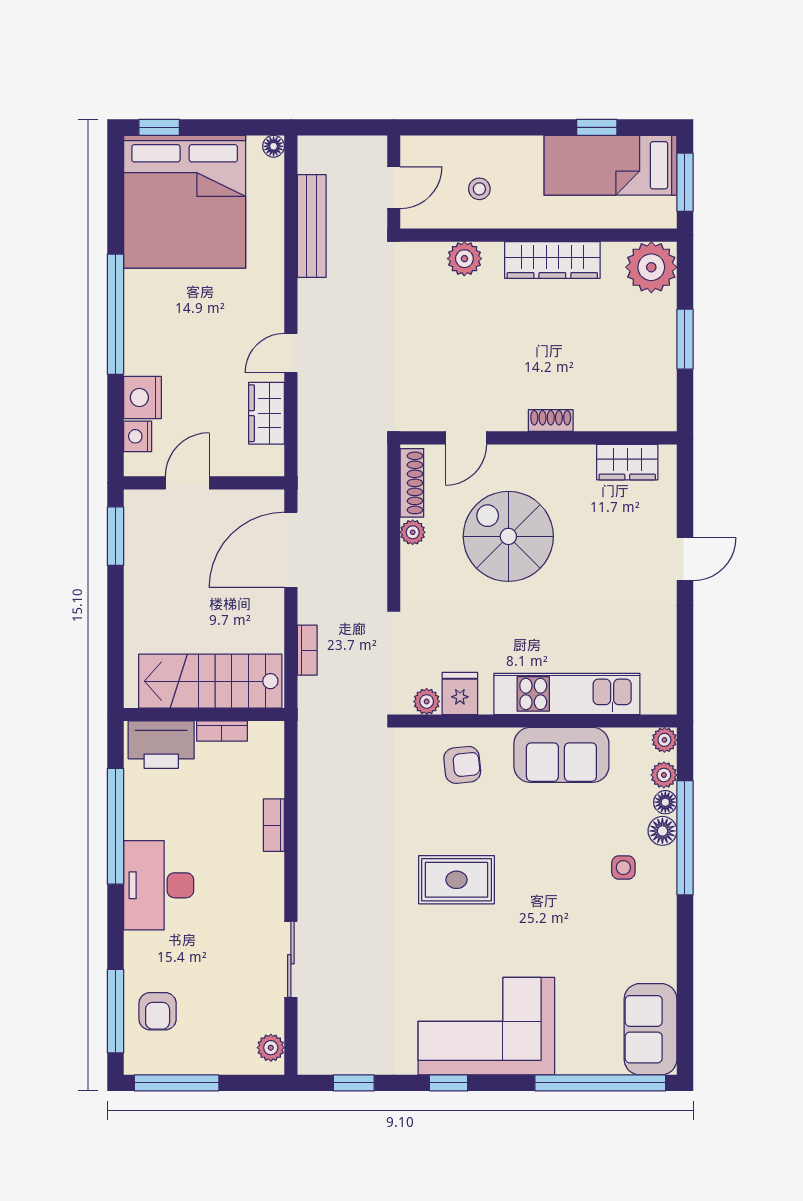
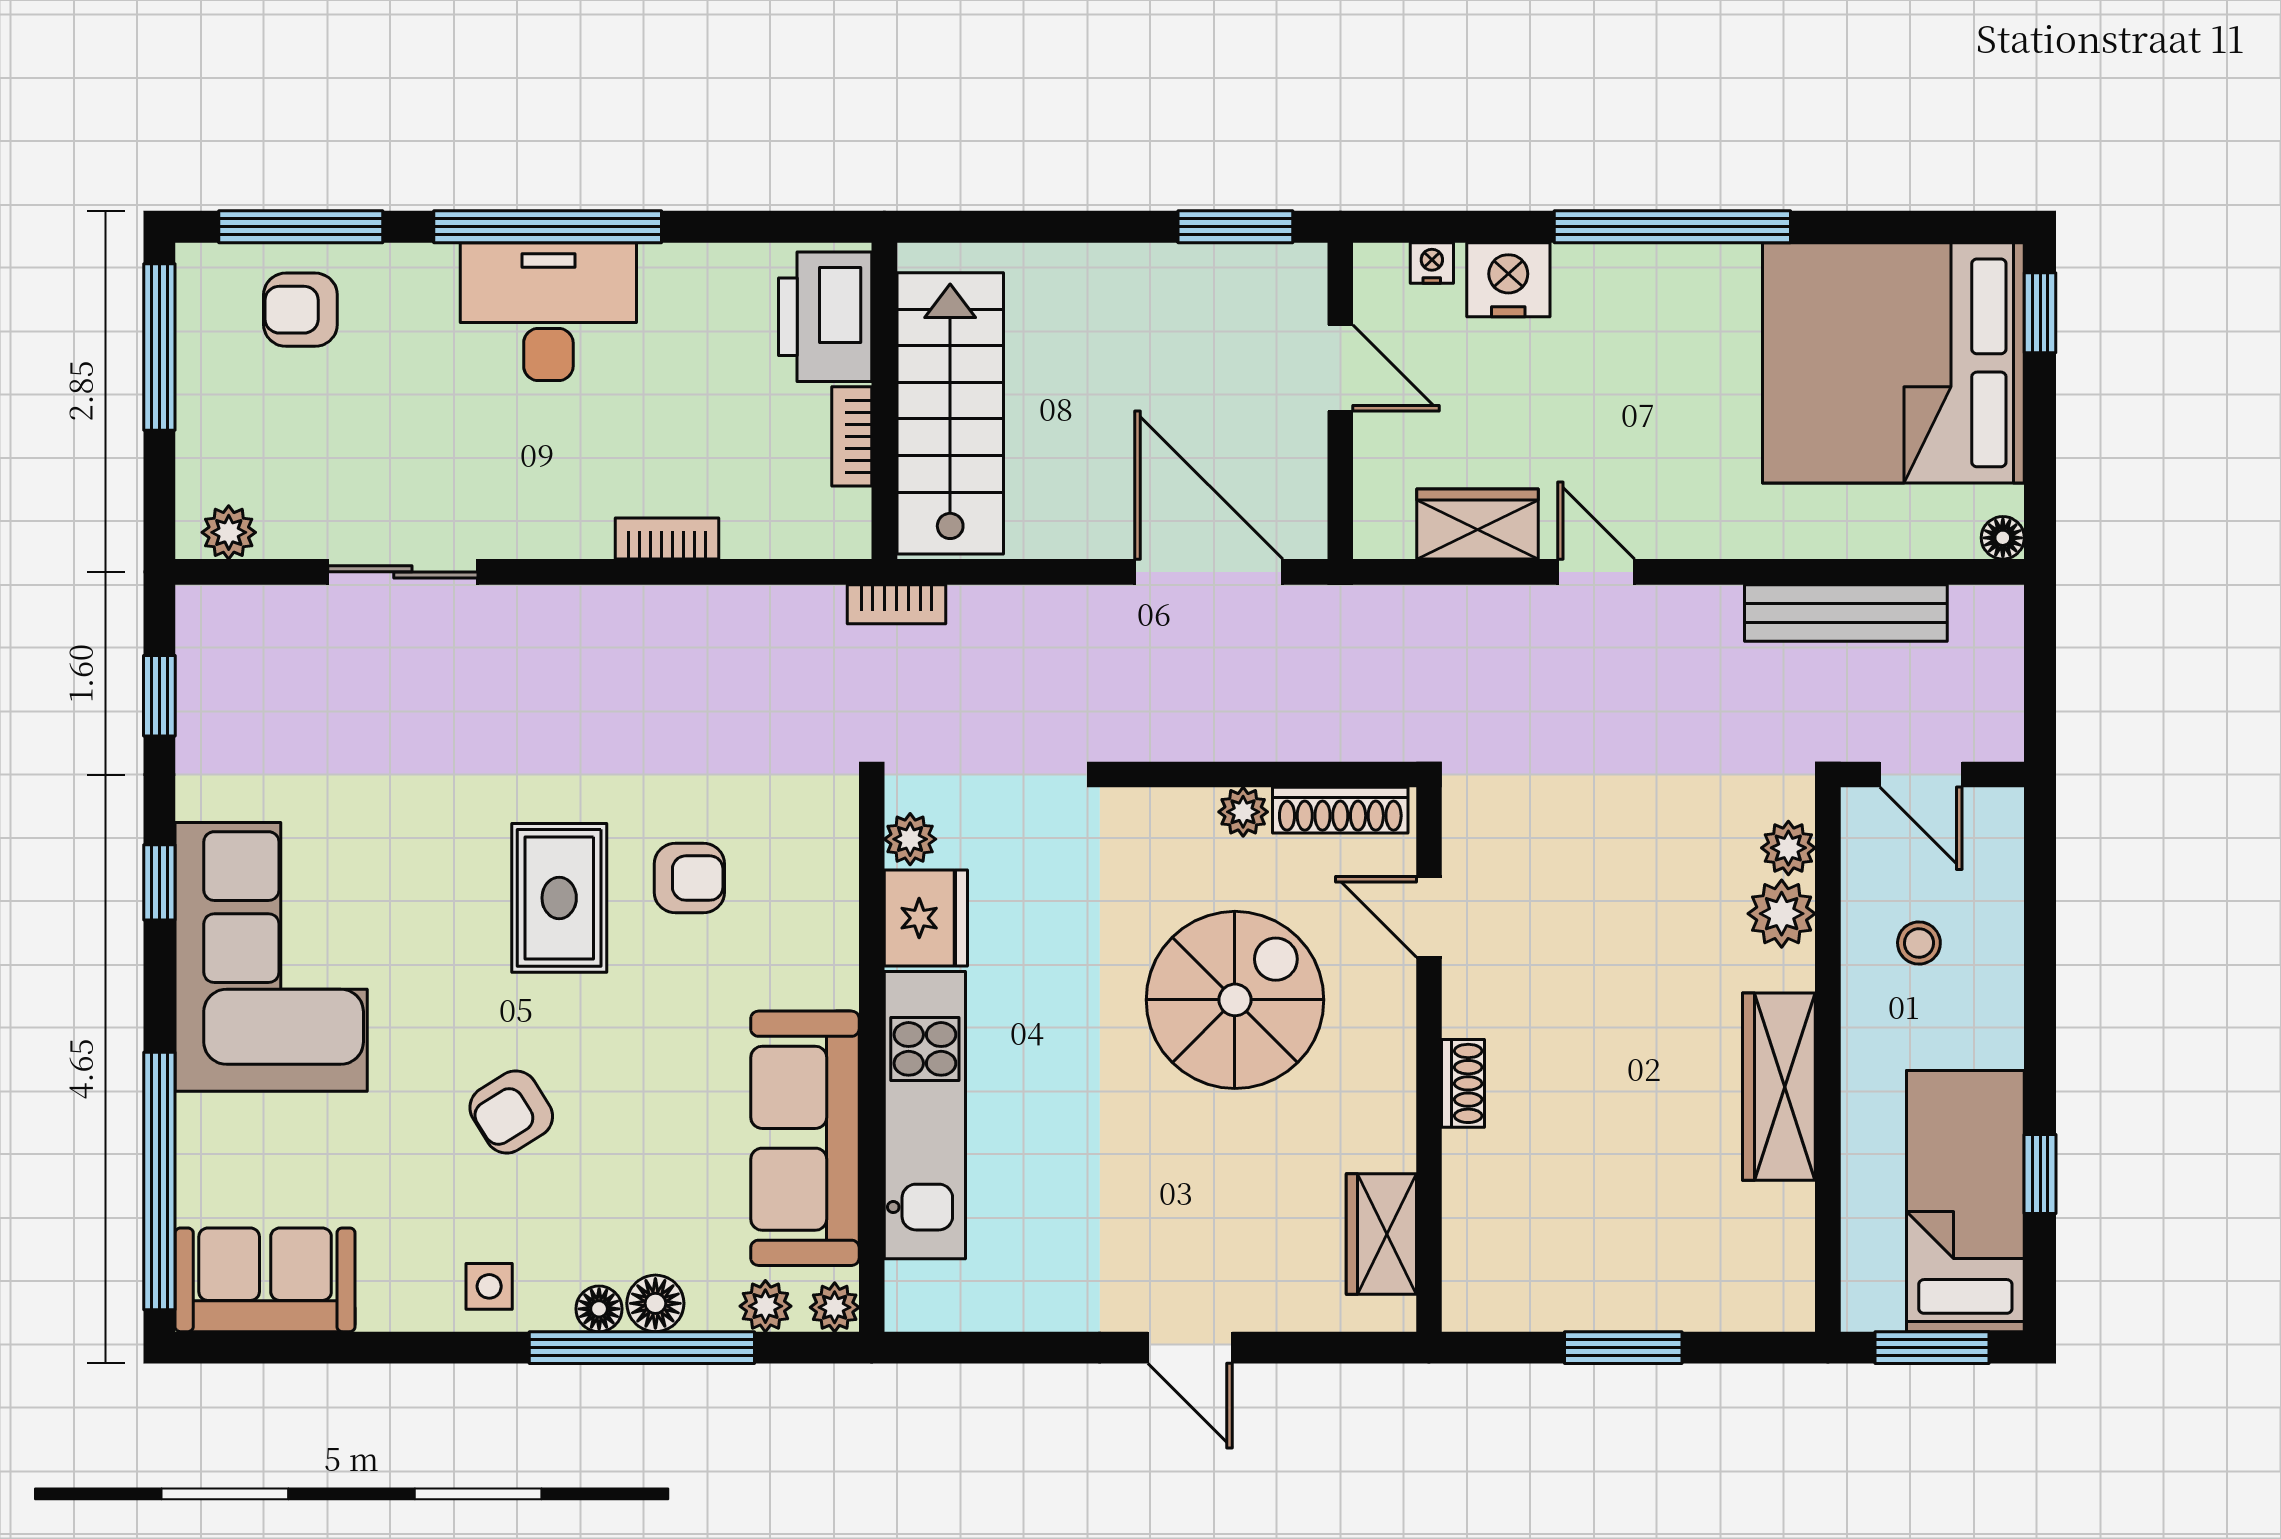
plant: (651, 267) -> (1788, 848), moved, width x0.53, depth x0.53
nightstand: (138, 436) -> (1432, 263), width x0.72, depth x0.74
bookcase: (307, 650) -> (896, 604), moved
fridge: (460, 693) -> (926, 918), width x1.38
sofa: (561, 755) -> (805, 1138), width x1.36
armchair: (462, 765) -> (689, 878), moved, turned -84
floor lamp: (665, 802) -> (599, 1309), moved
window: (115, 826) -> (548, 227), moved
side table: (623, 868) -> (489, 1286), moved
armchair: (565, 904) -> (511, 1112), added

